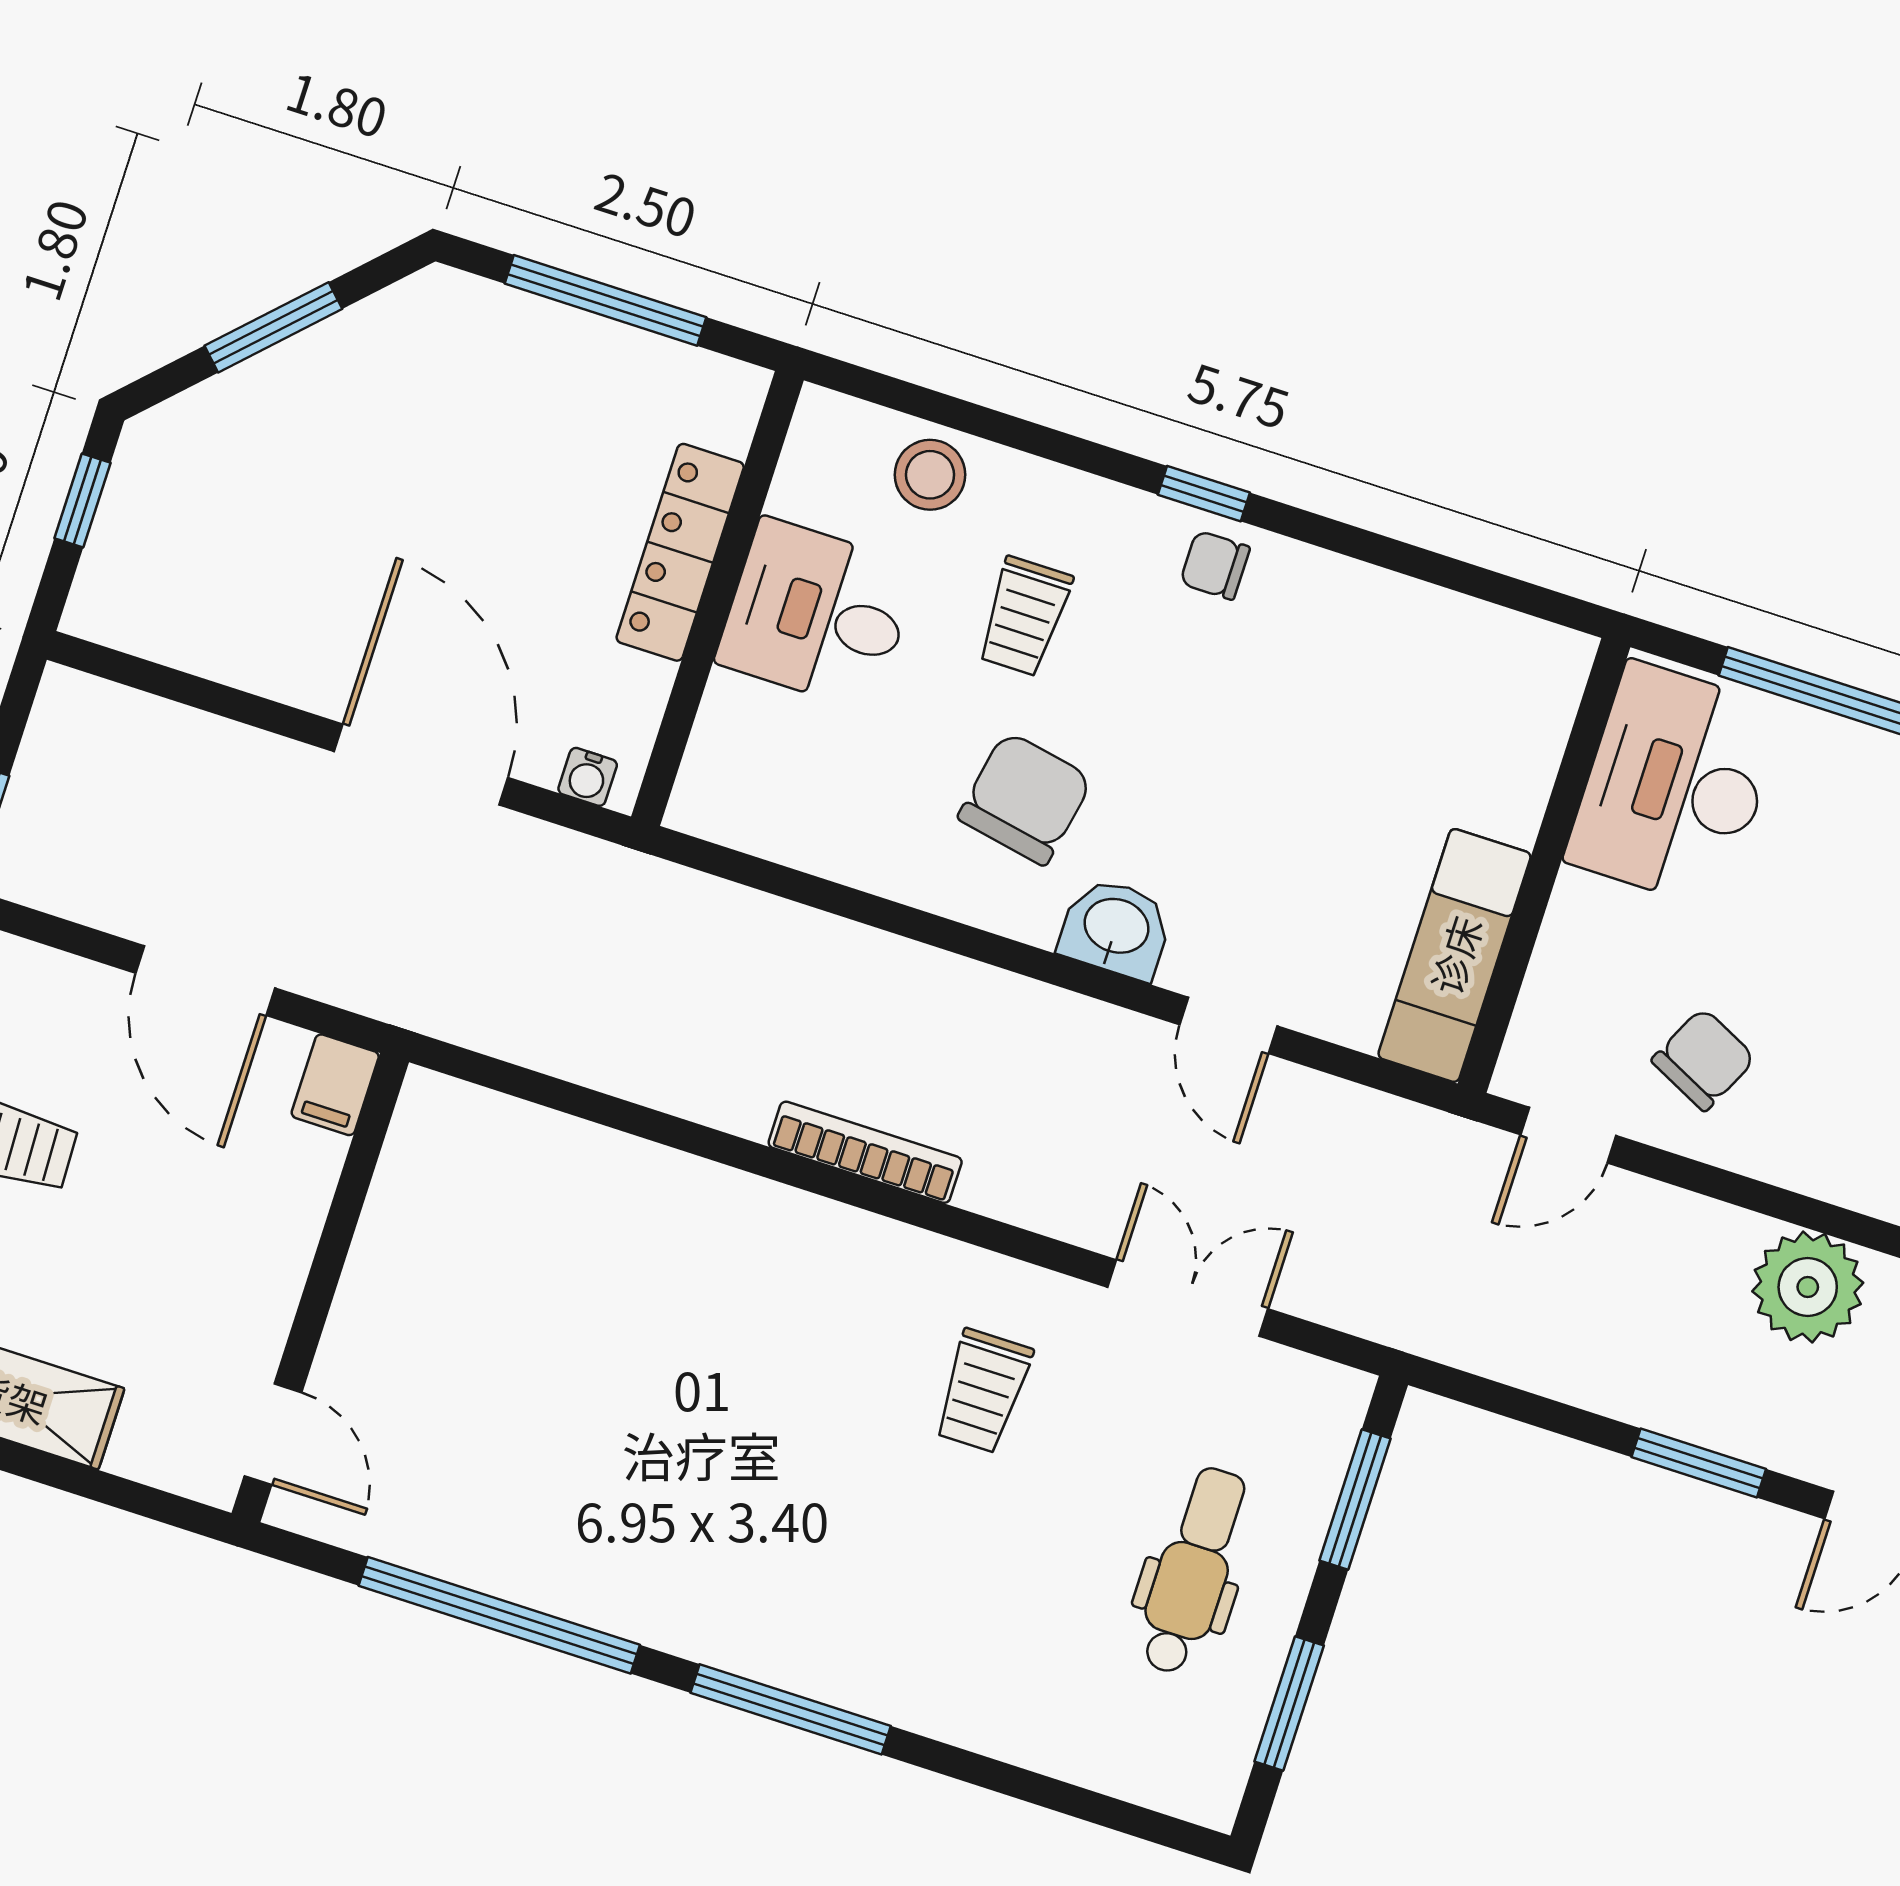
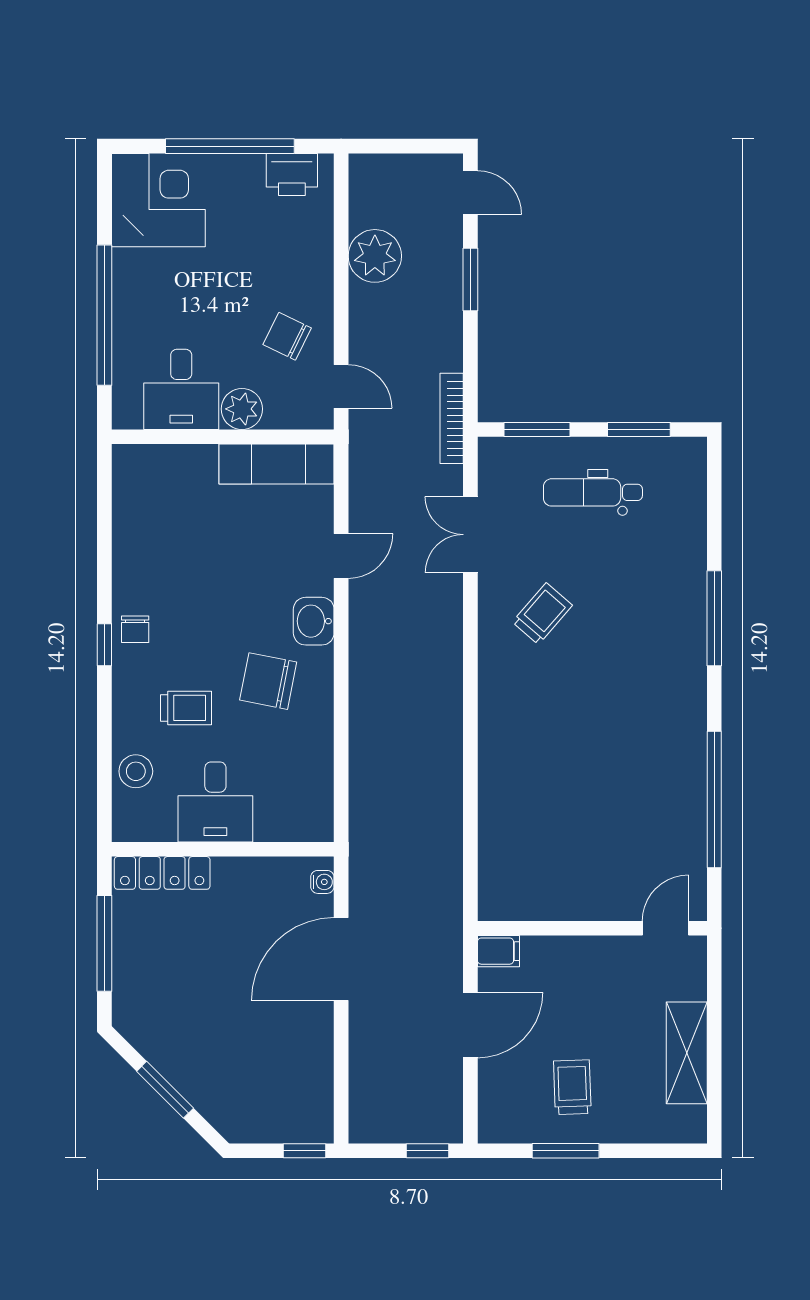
window: (82, 500) -> (304, 1151), moved
locker: (680, 552) -> (162, 873), moved
desk: (1675, 785) -> (181, 389), width x0.73
plant: (1587, 922) -> (242, 409), added
bookcase: (865, 1152) -> (452, 418), moved
trolley: (983, 1391) -> (542, 614), turned -49
window: (791, 1709) -> (714, 618), moved

